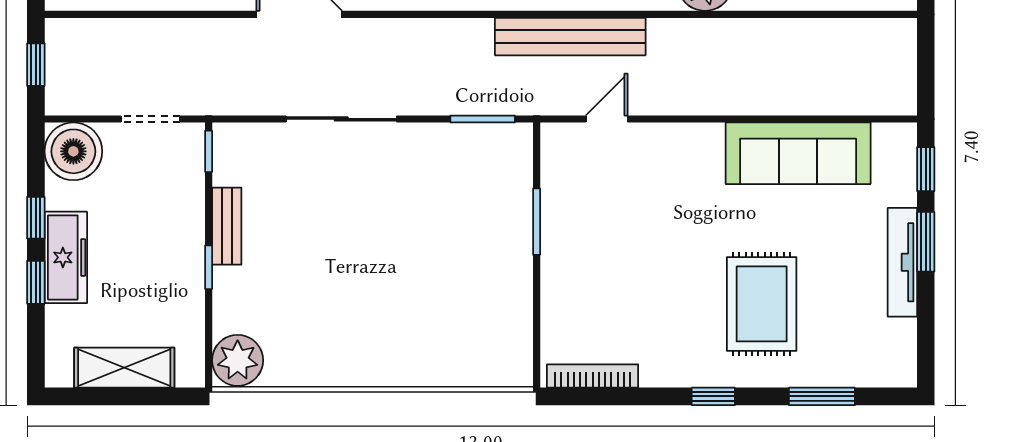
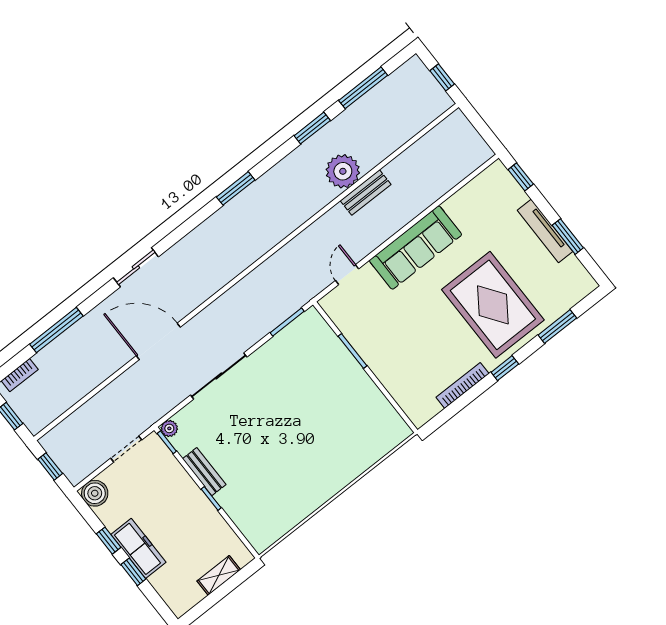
bench: (570, 37) -> (366, 193), moved, width x0.54, depth x0.82
boiler: (73, 151) -> (95, 493), width x0.73, depth x0.73
sofa: (798, 153) -> (416, 248), moved
window: (926, 242) -> (568, 237), moved
rug: (762, 304) -> (493, 305), width x1.37, depth x1.44
plant: (238, 360) -> (169, 428), moved, width x0.53, depth x0.53
shelving: (124, 368) -> (219, 575), width x0.67, depth x0.75
bookcase: (593, 376) -> (462, 385), moved

